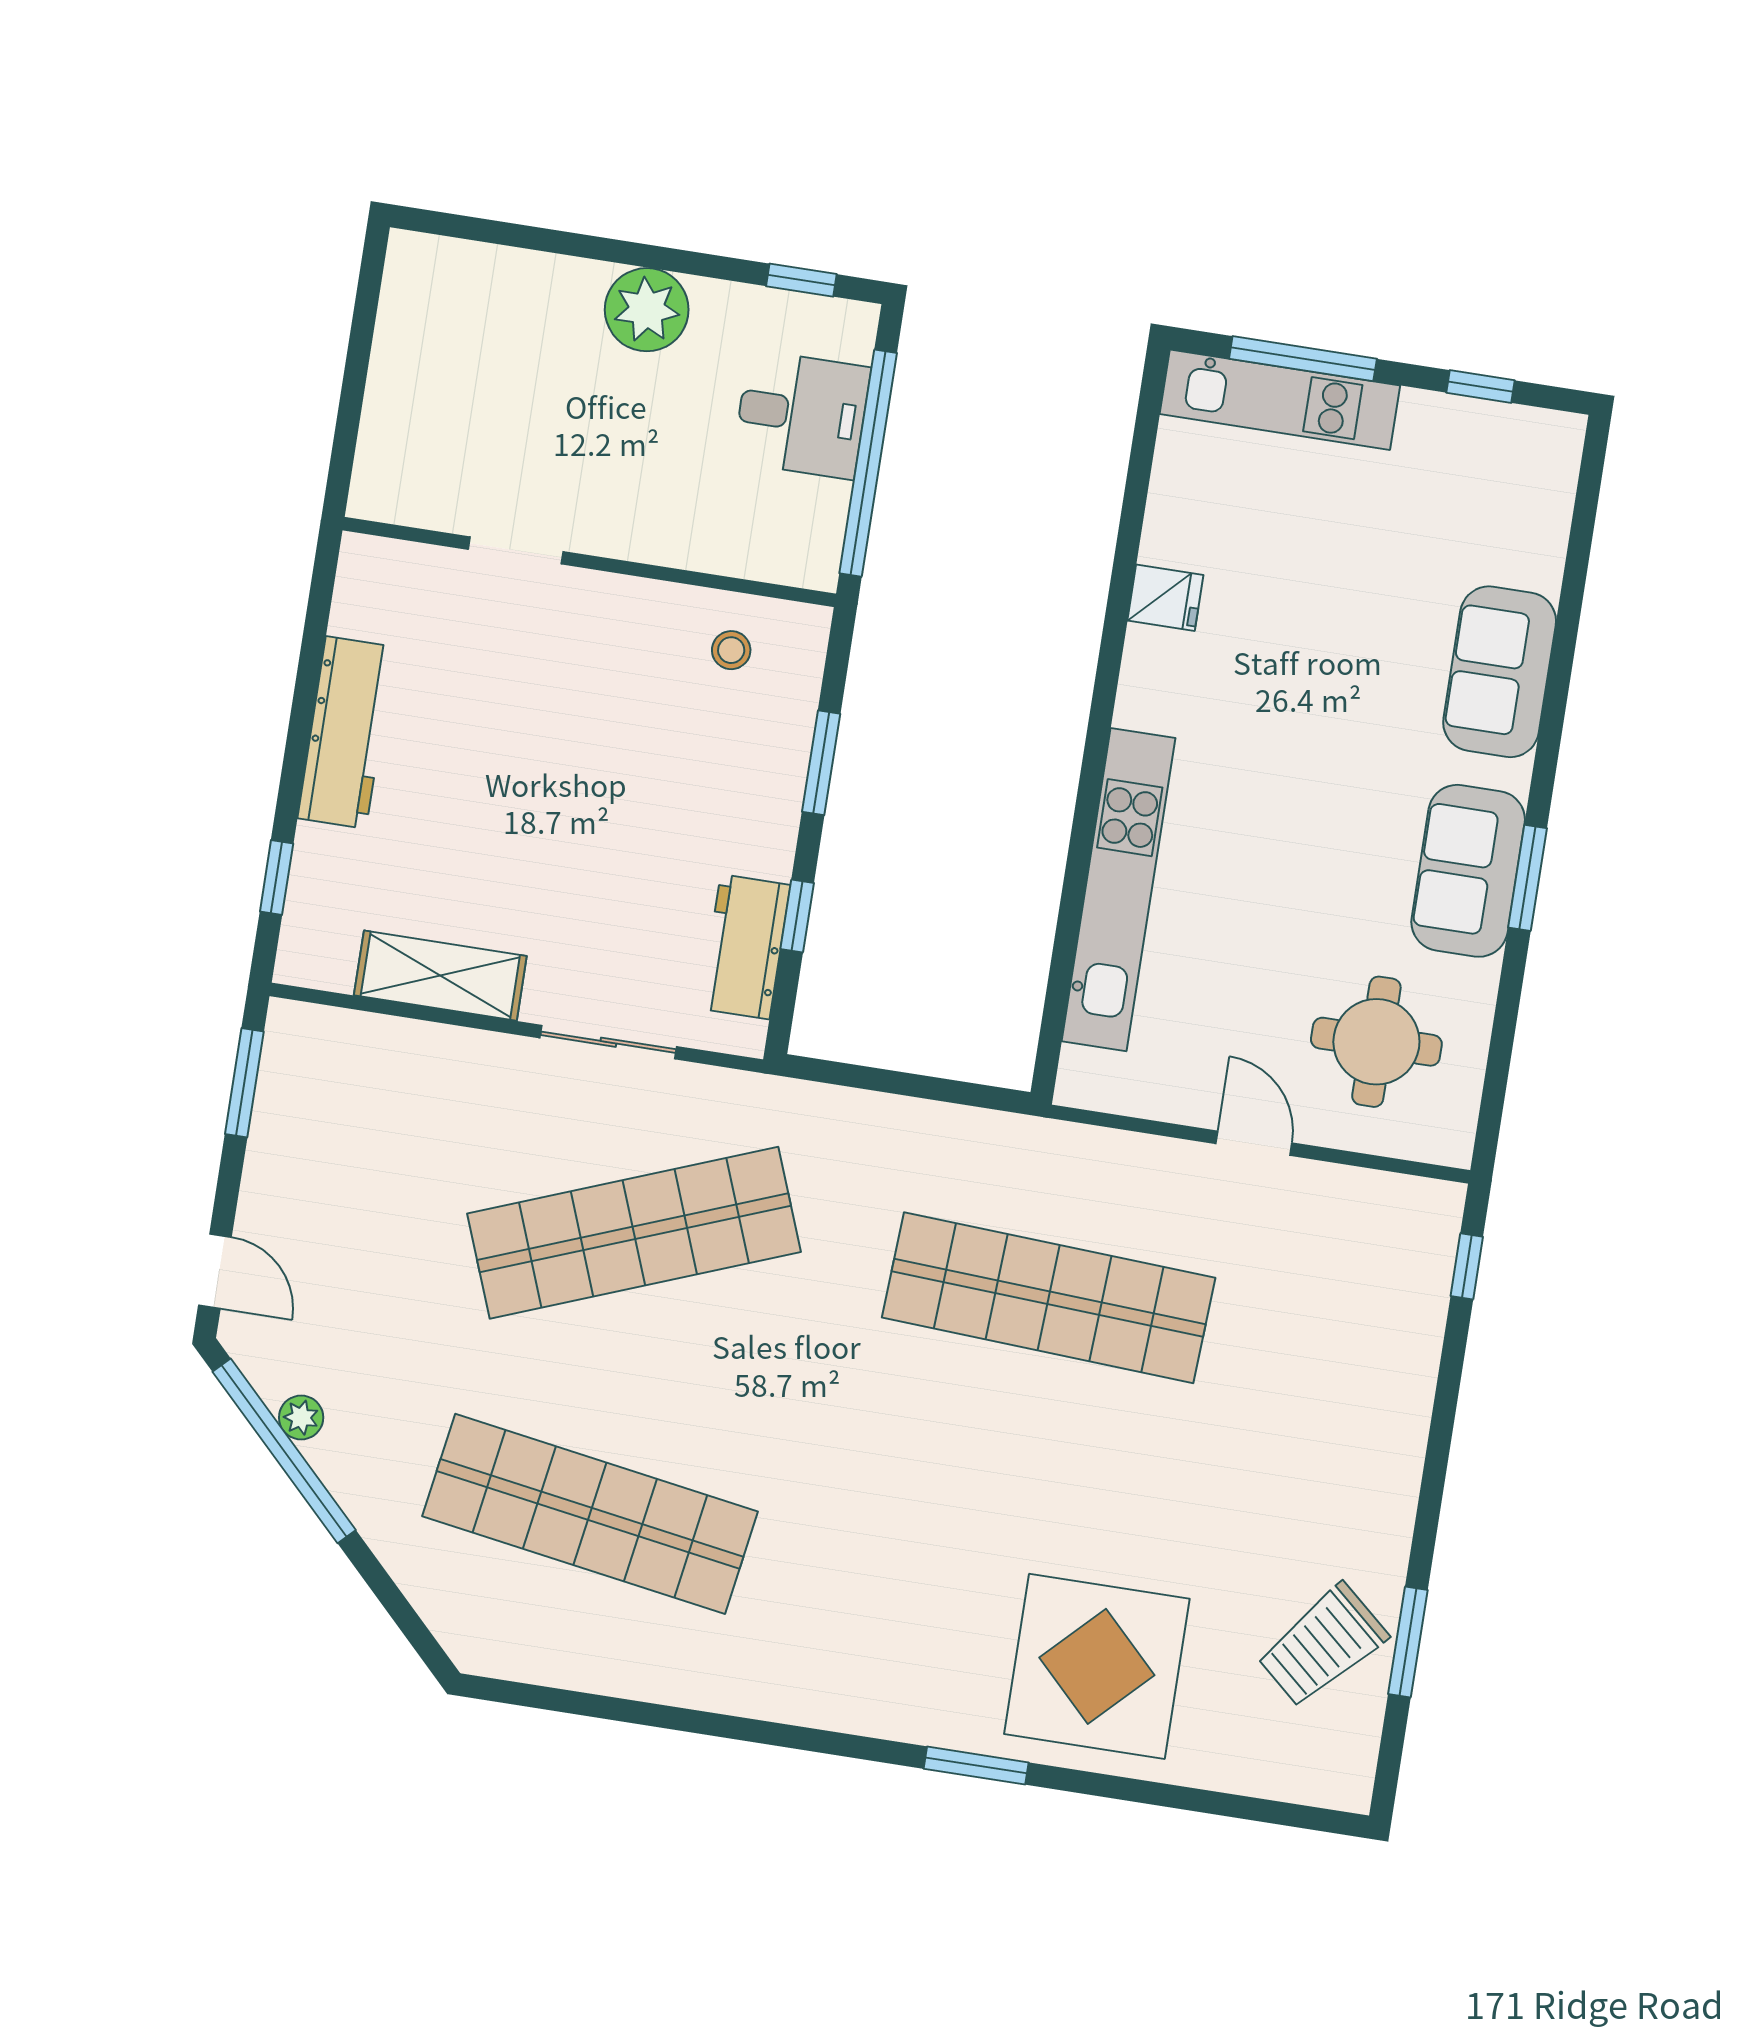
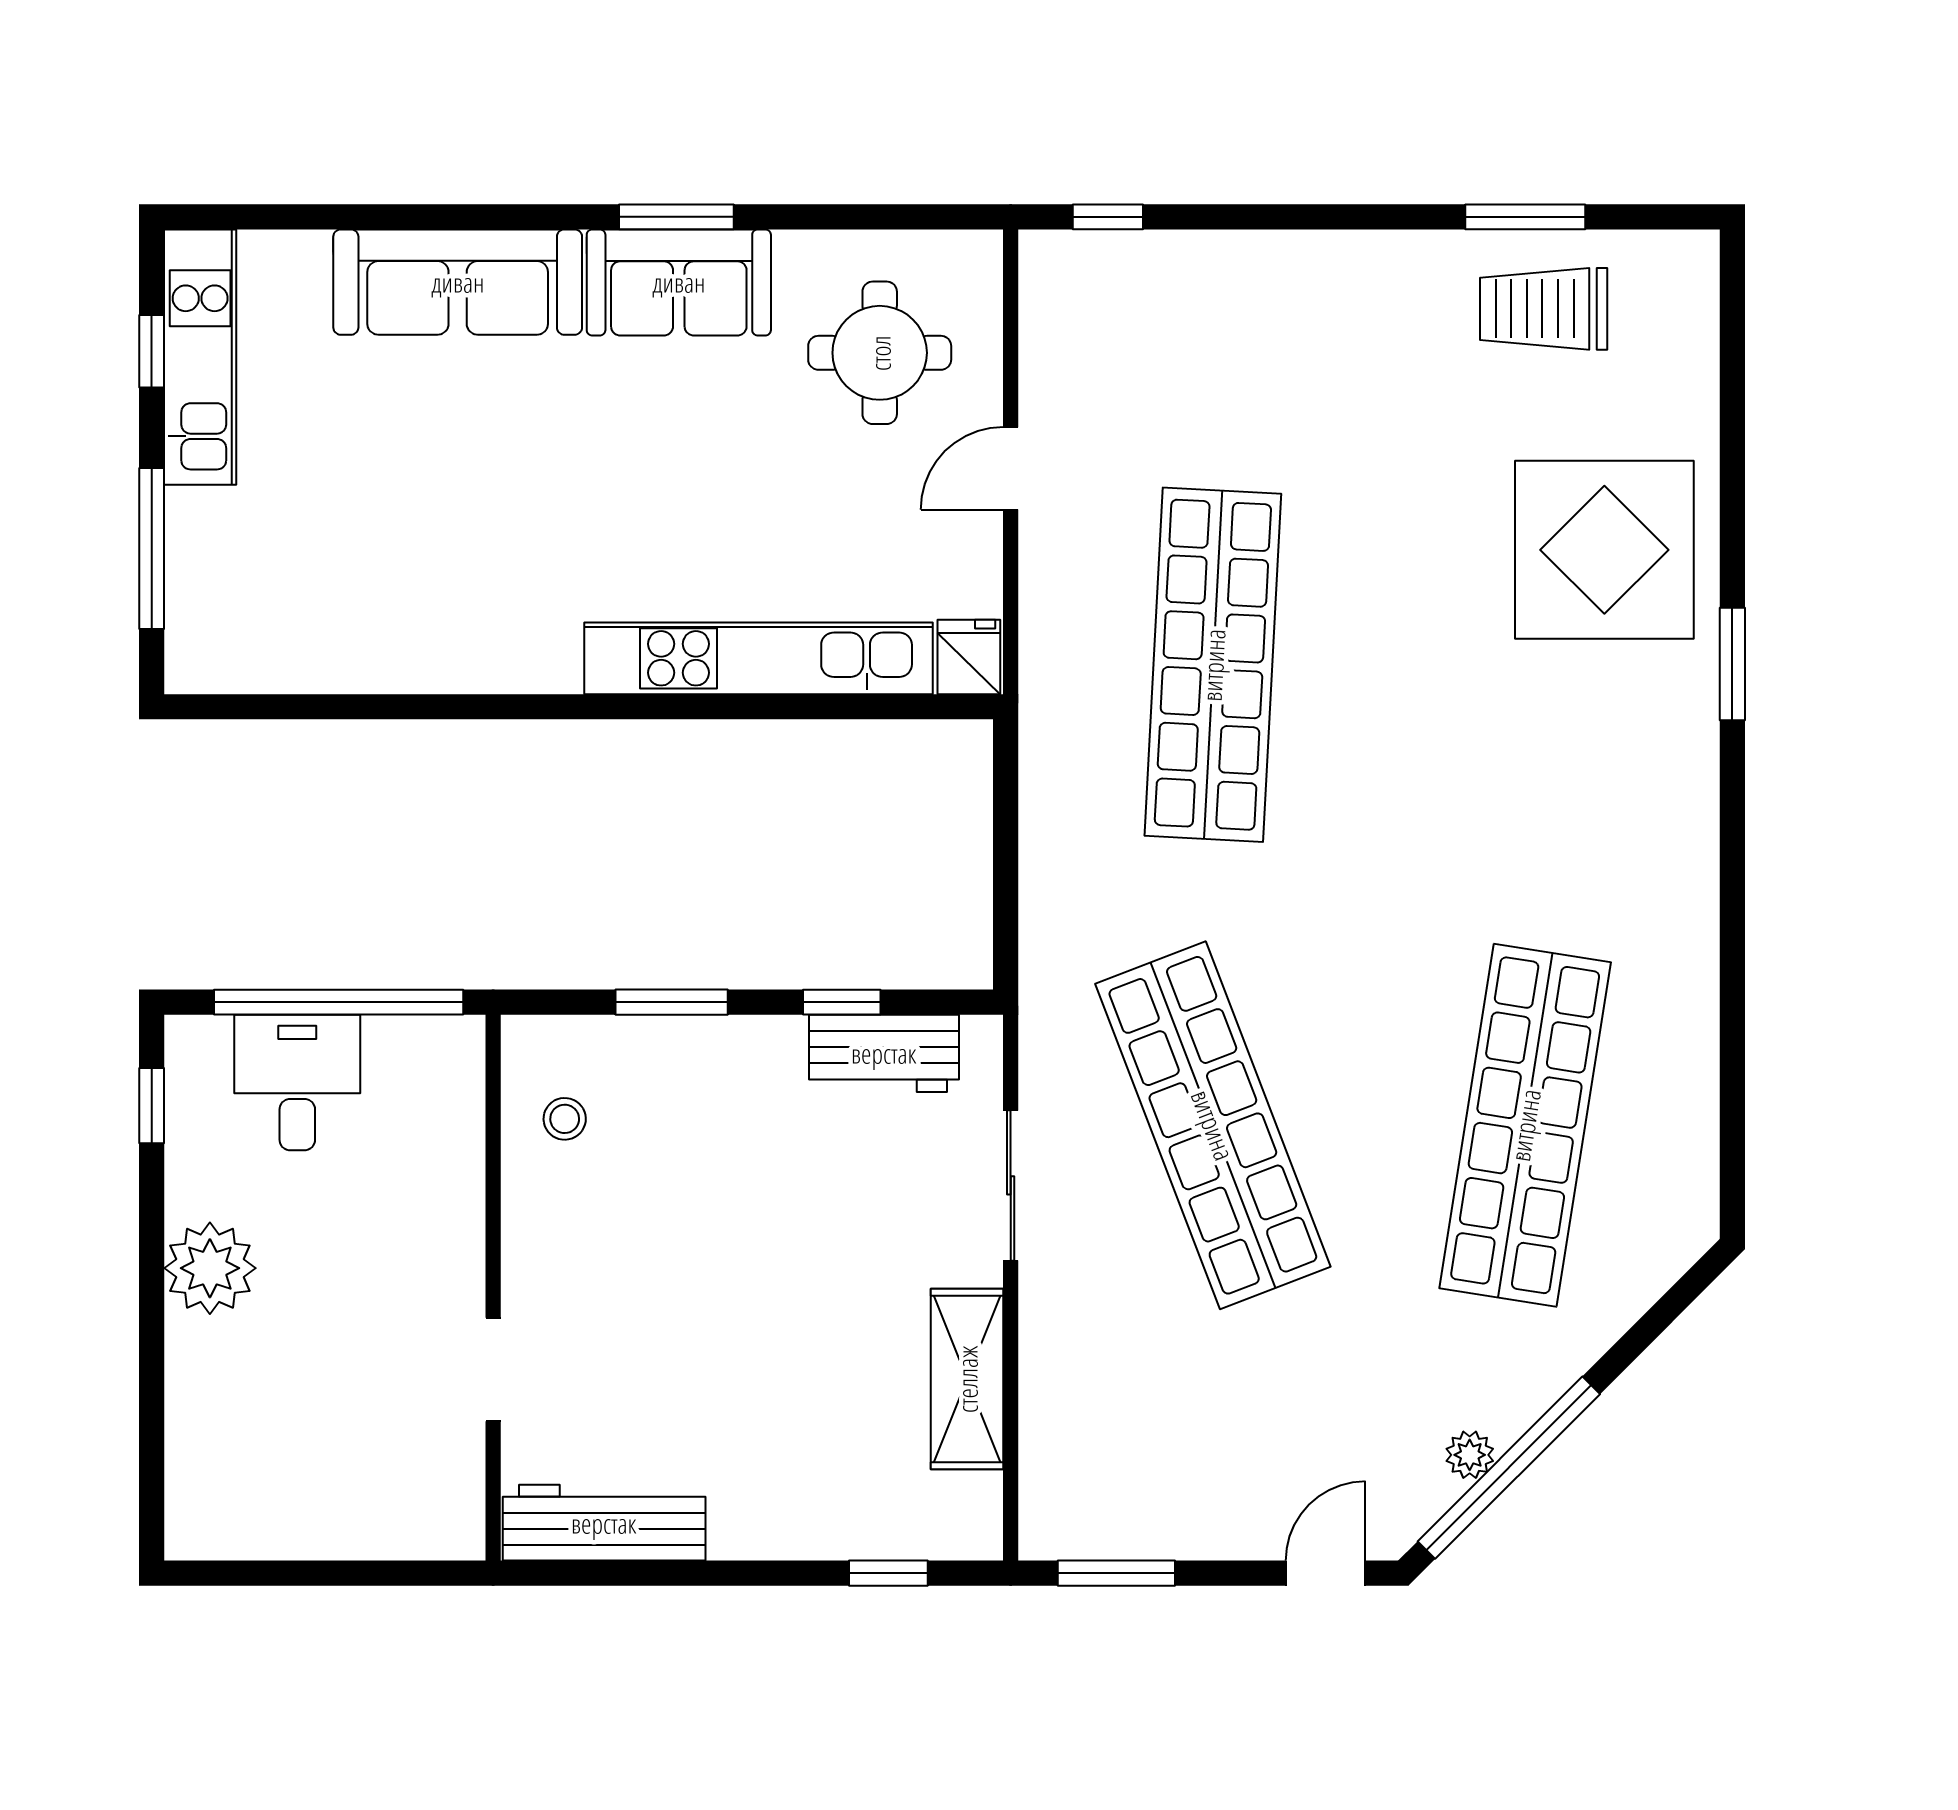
kitchen unit: (1280, 400) -> (200, 357), moved
fridge: (1165, 598) -> (969, 657), moved
sofa: (1500, 672) -> (458, 282), width x1.36
workbench: (346, 732) -> (604, 1523), moved
trolley: (1322, 1646) -> (1544, 309), turned 139

